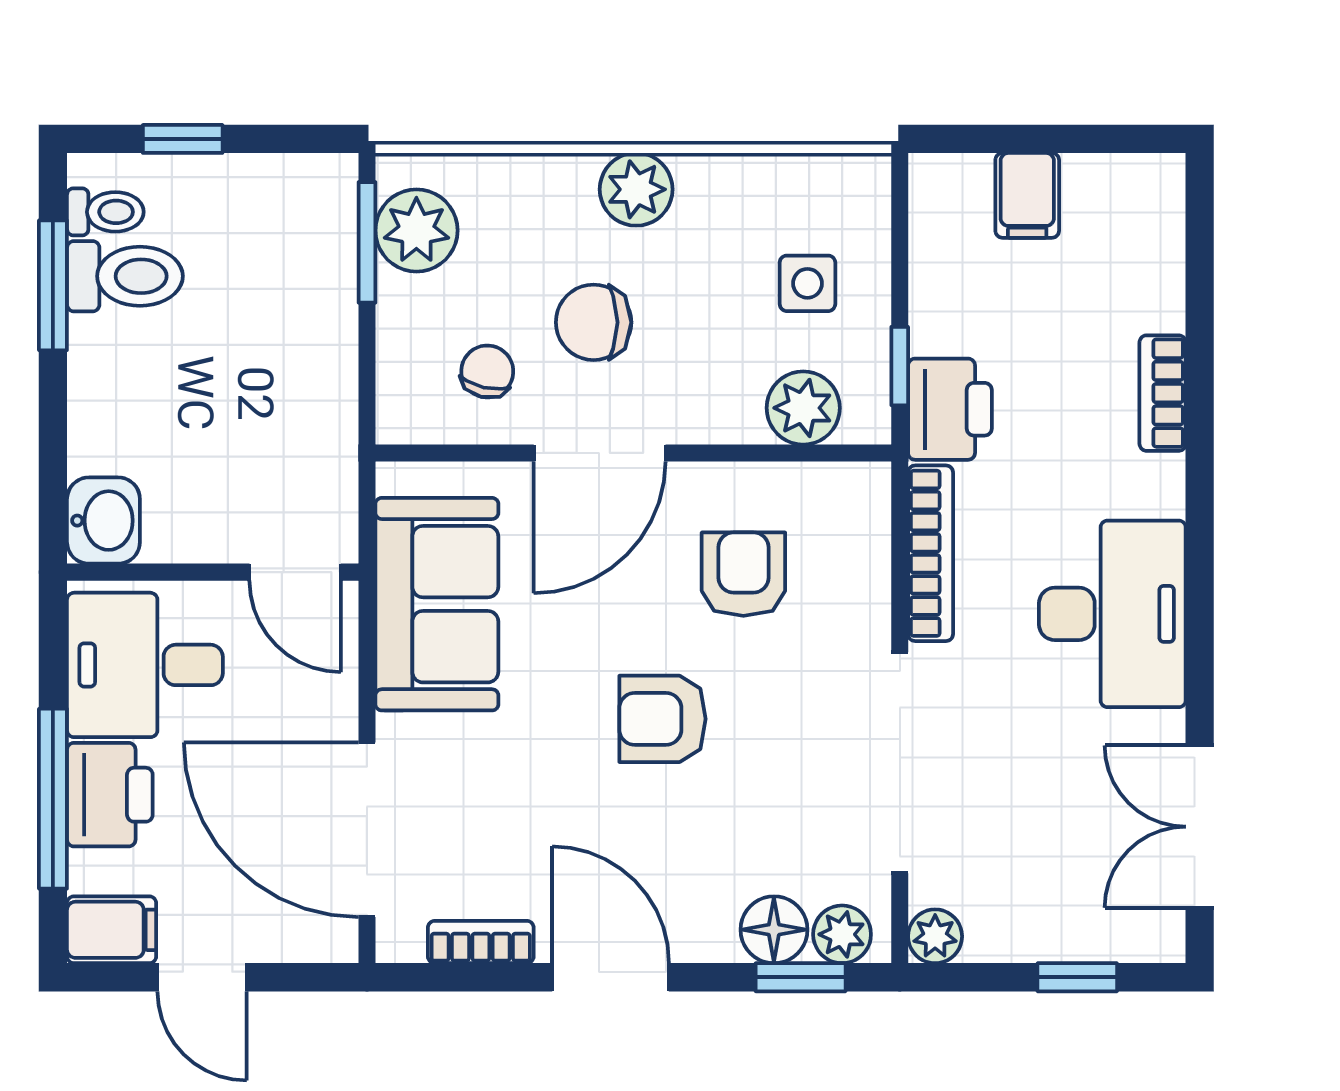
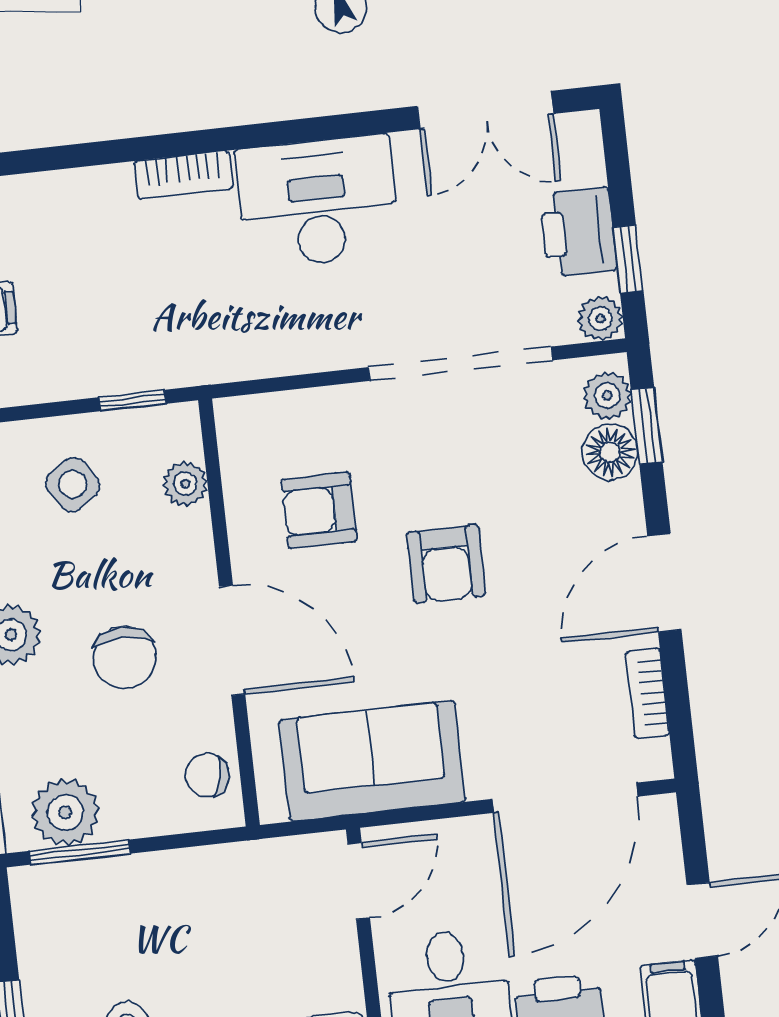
side table: (807, 283) -> (73, 484), turned -34
chair: (487, 371) -> (207, 775), moved
bookcase: (1163, 393) -> (183, 175), moved
plant: (803, 408) -> (185, 484), width x0.73, depth x0.73
printer: (950, 409) -> (578, 232), moved, turned -90
bookcase: (931, 553) -> (284, 358), removed
window: (1077, 977) -> (628, 259), moved

